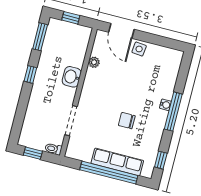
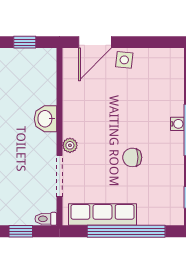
door: (121, 31) -> (95, 42), hinge flipped
plant: (94, 62) -> (70, 145), moved
row of seats: (117, 162) -> (102, 215), moved

